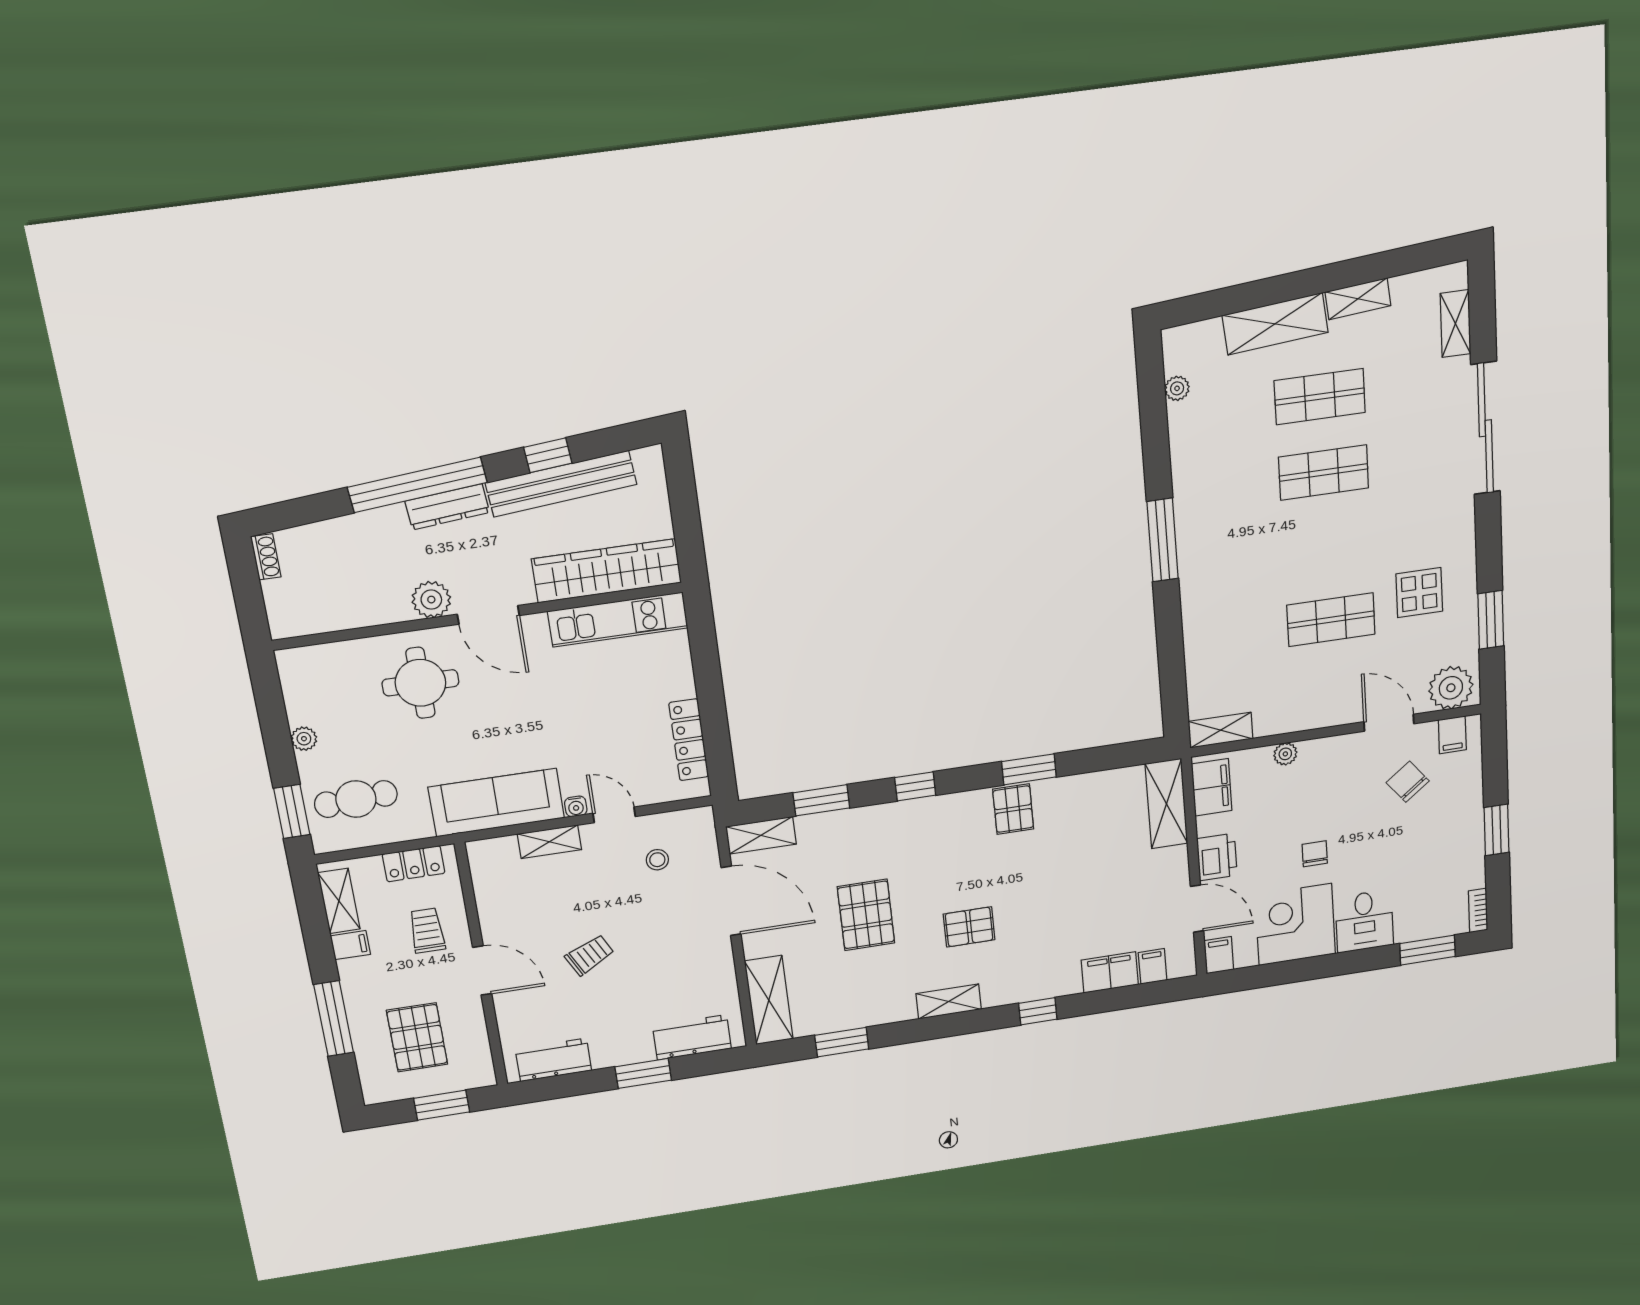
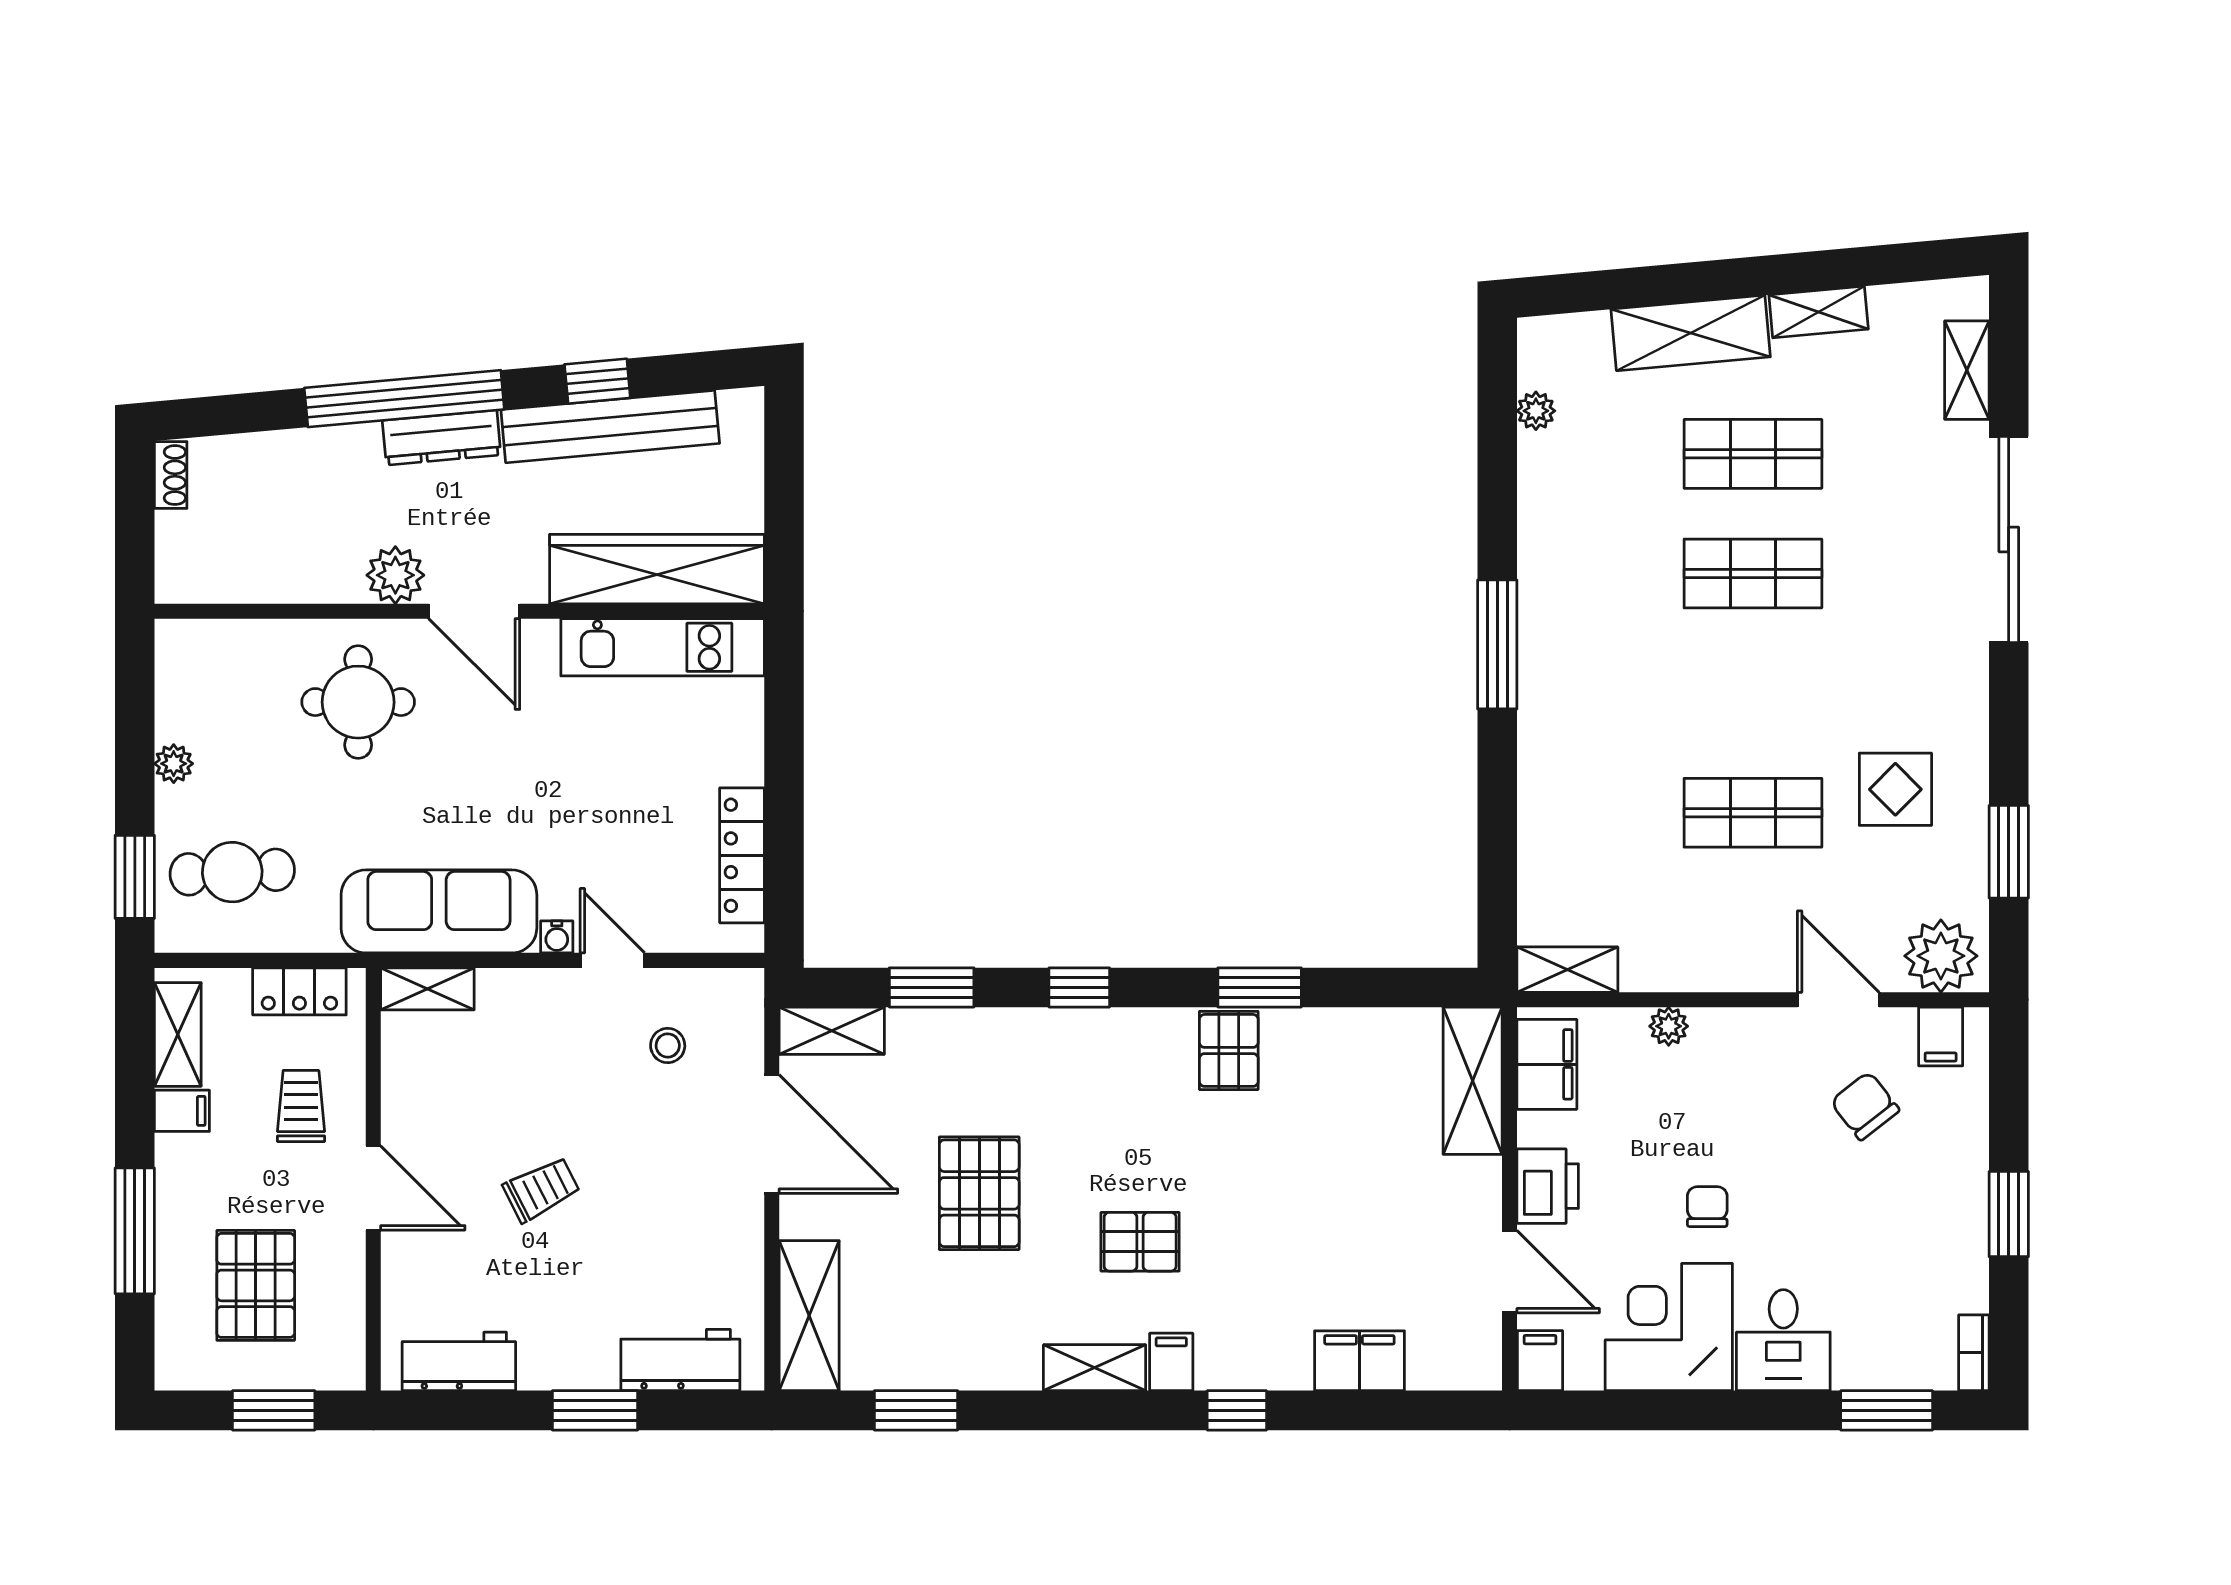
shelving: (549, 842) -> (427, 989), moved
filing cabinet: (1153, 966) -> (1171, 1362), moved

